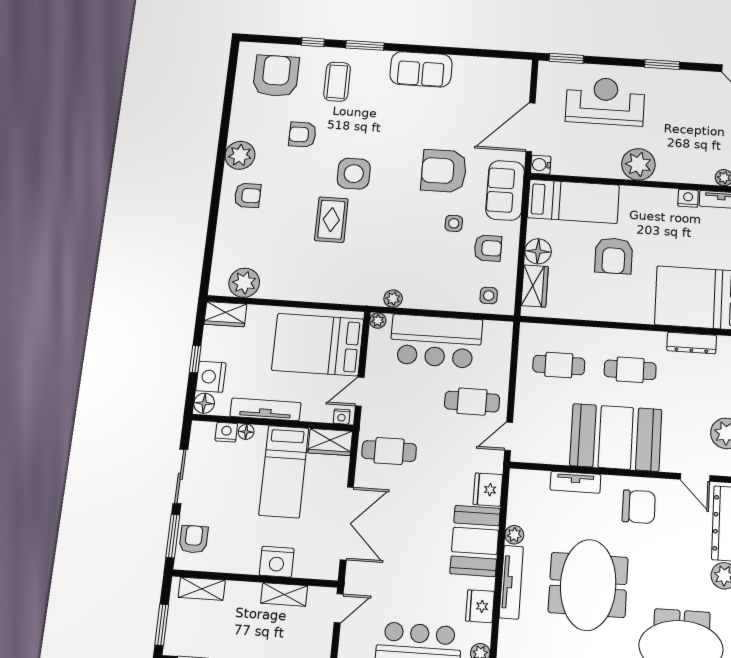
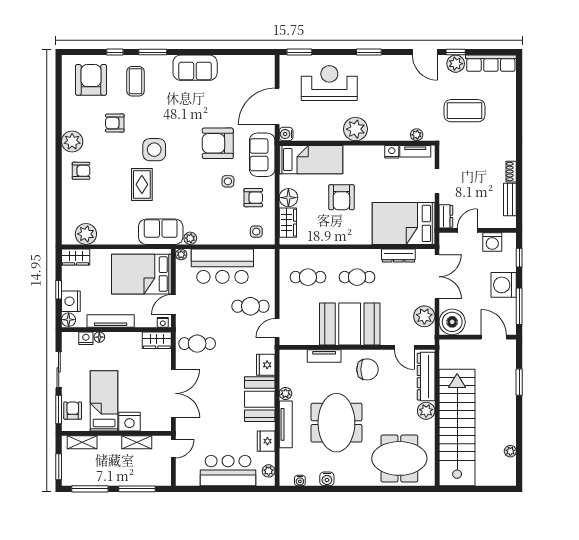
sofa: (352, 287) -> (161, 232), added
bed: (284, 472) -> (104, 401), moved, turned 180

